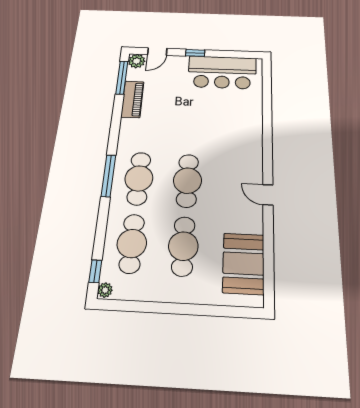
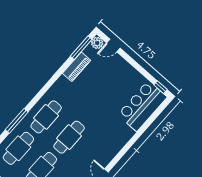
window: (195, 53) -> (161, 87), moved
bar counter: (222, 72) -> (142, 106), moved, turned 90
window: (108, 176) -> (17, 121), moved

